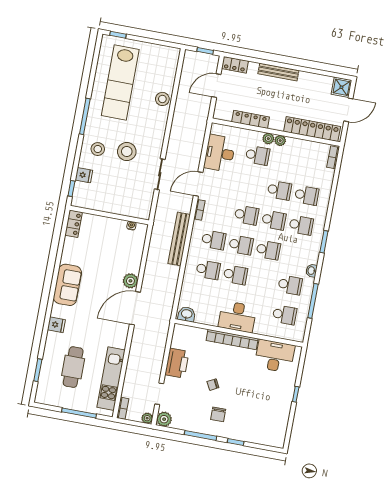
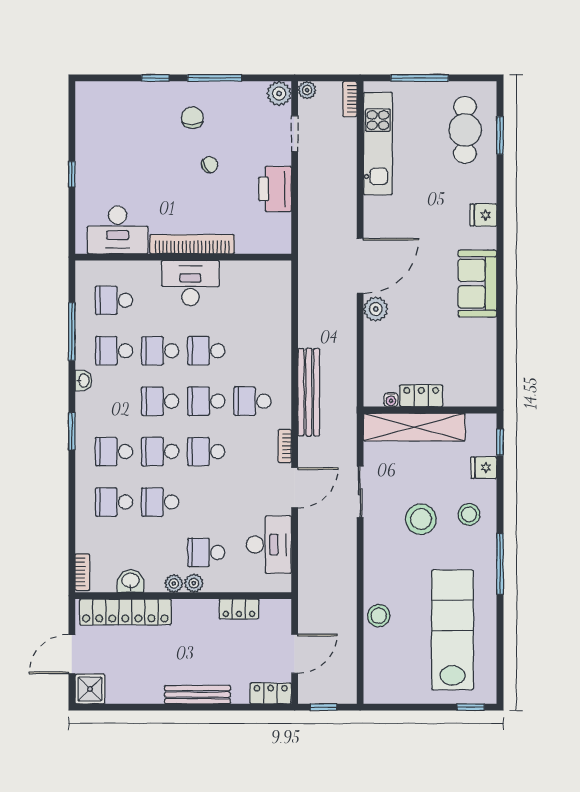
locker: (251, 119) -> (239, 609), width x0.66
shelving: (121, 207) -> (414, 427), added
locker: (74, 224) -> (421, 396), moved, turned 90
school desk: (208, 270) -> (160, 351), moved
washbasin: (187, 314) -> (131, 581), moved, turned 180
cafe table: (73, 367) -> (465, 130), moved

